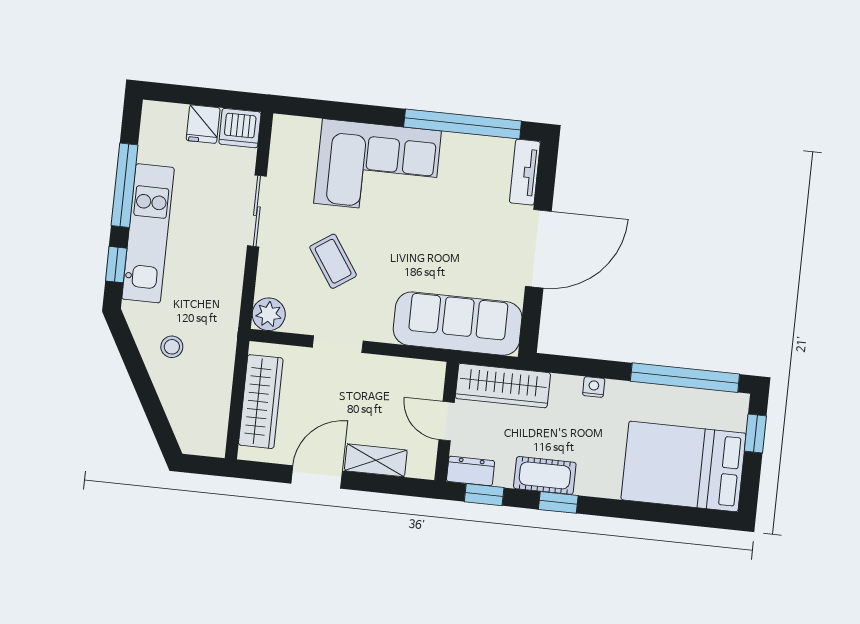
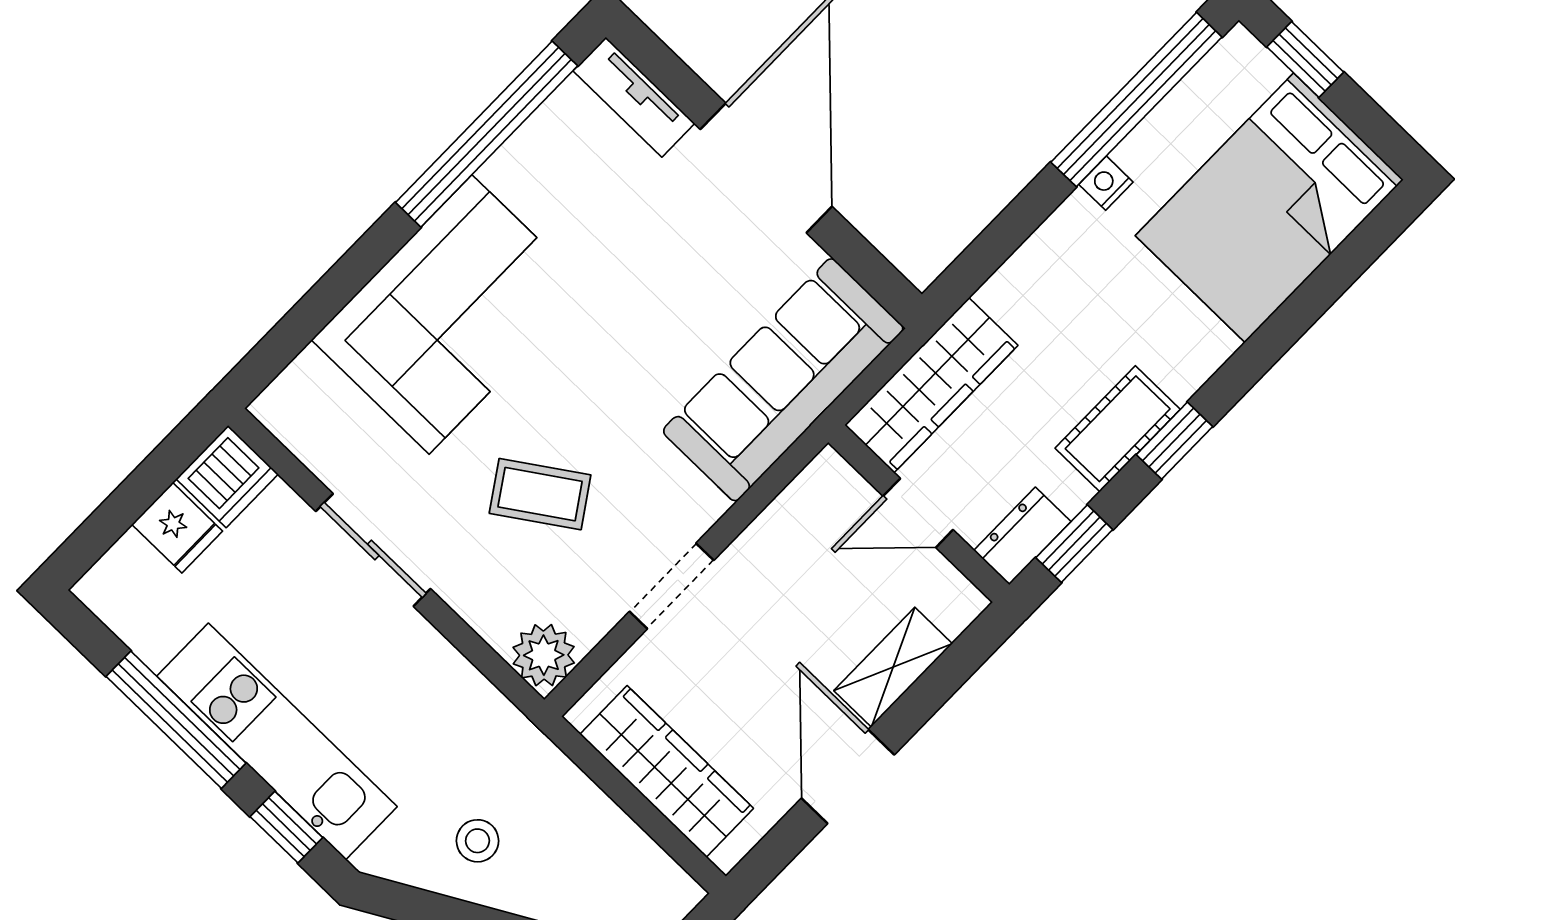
nightstand: (594, 387) -> (1106, 183), moved

